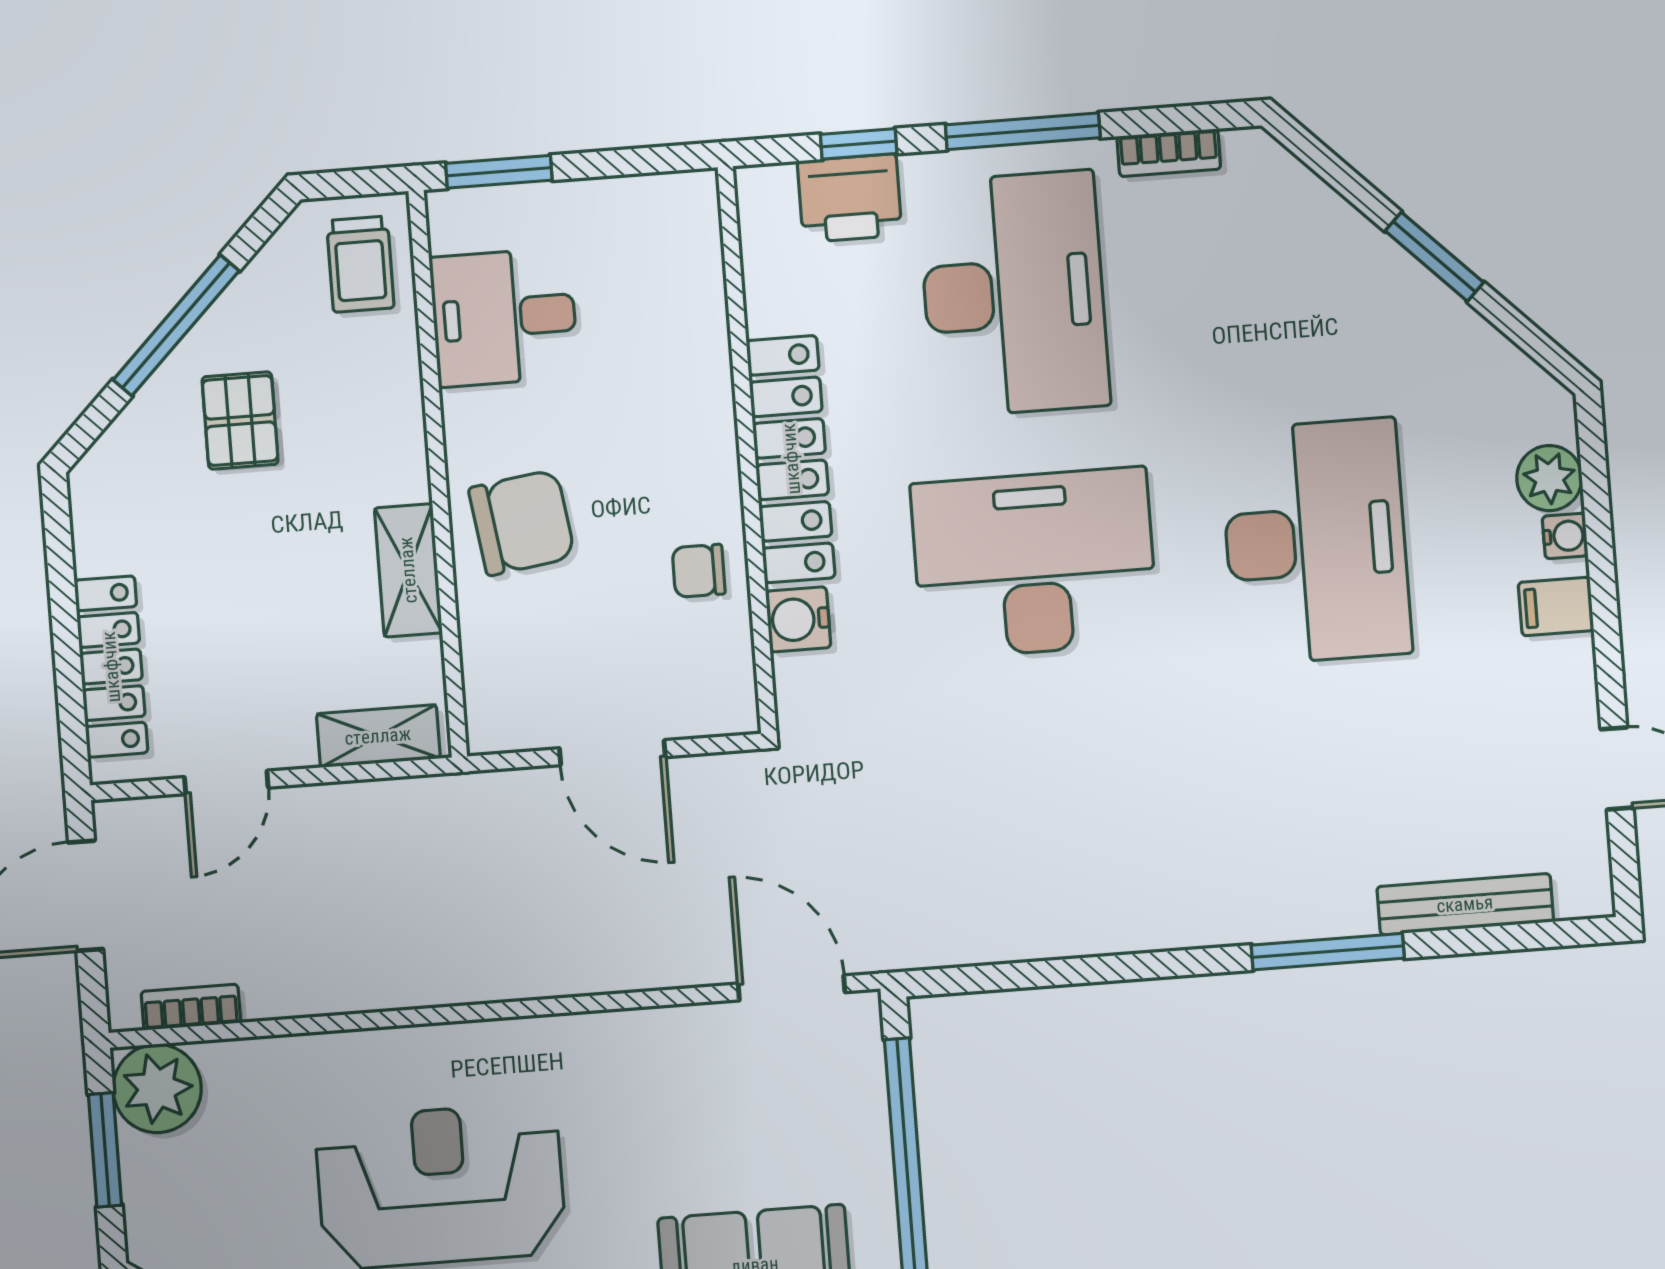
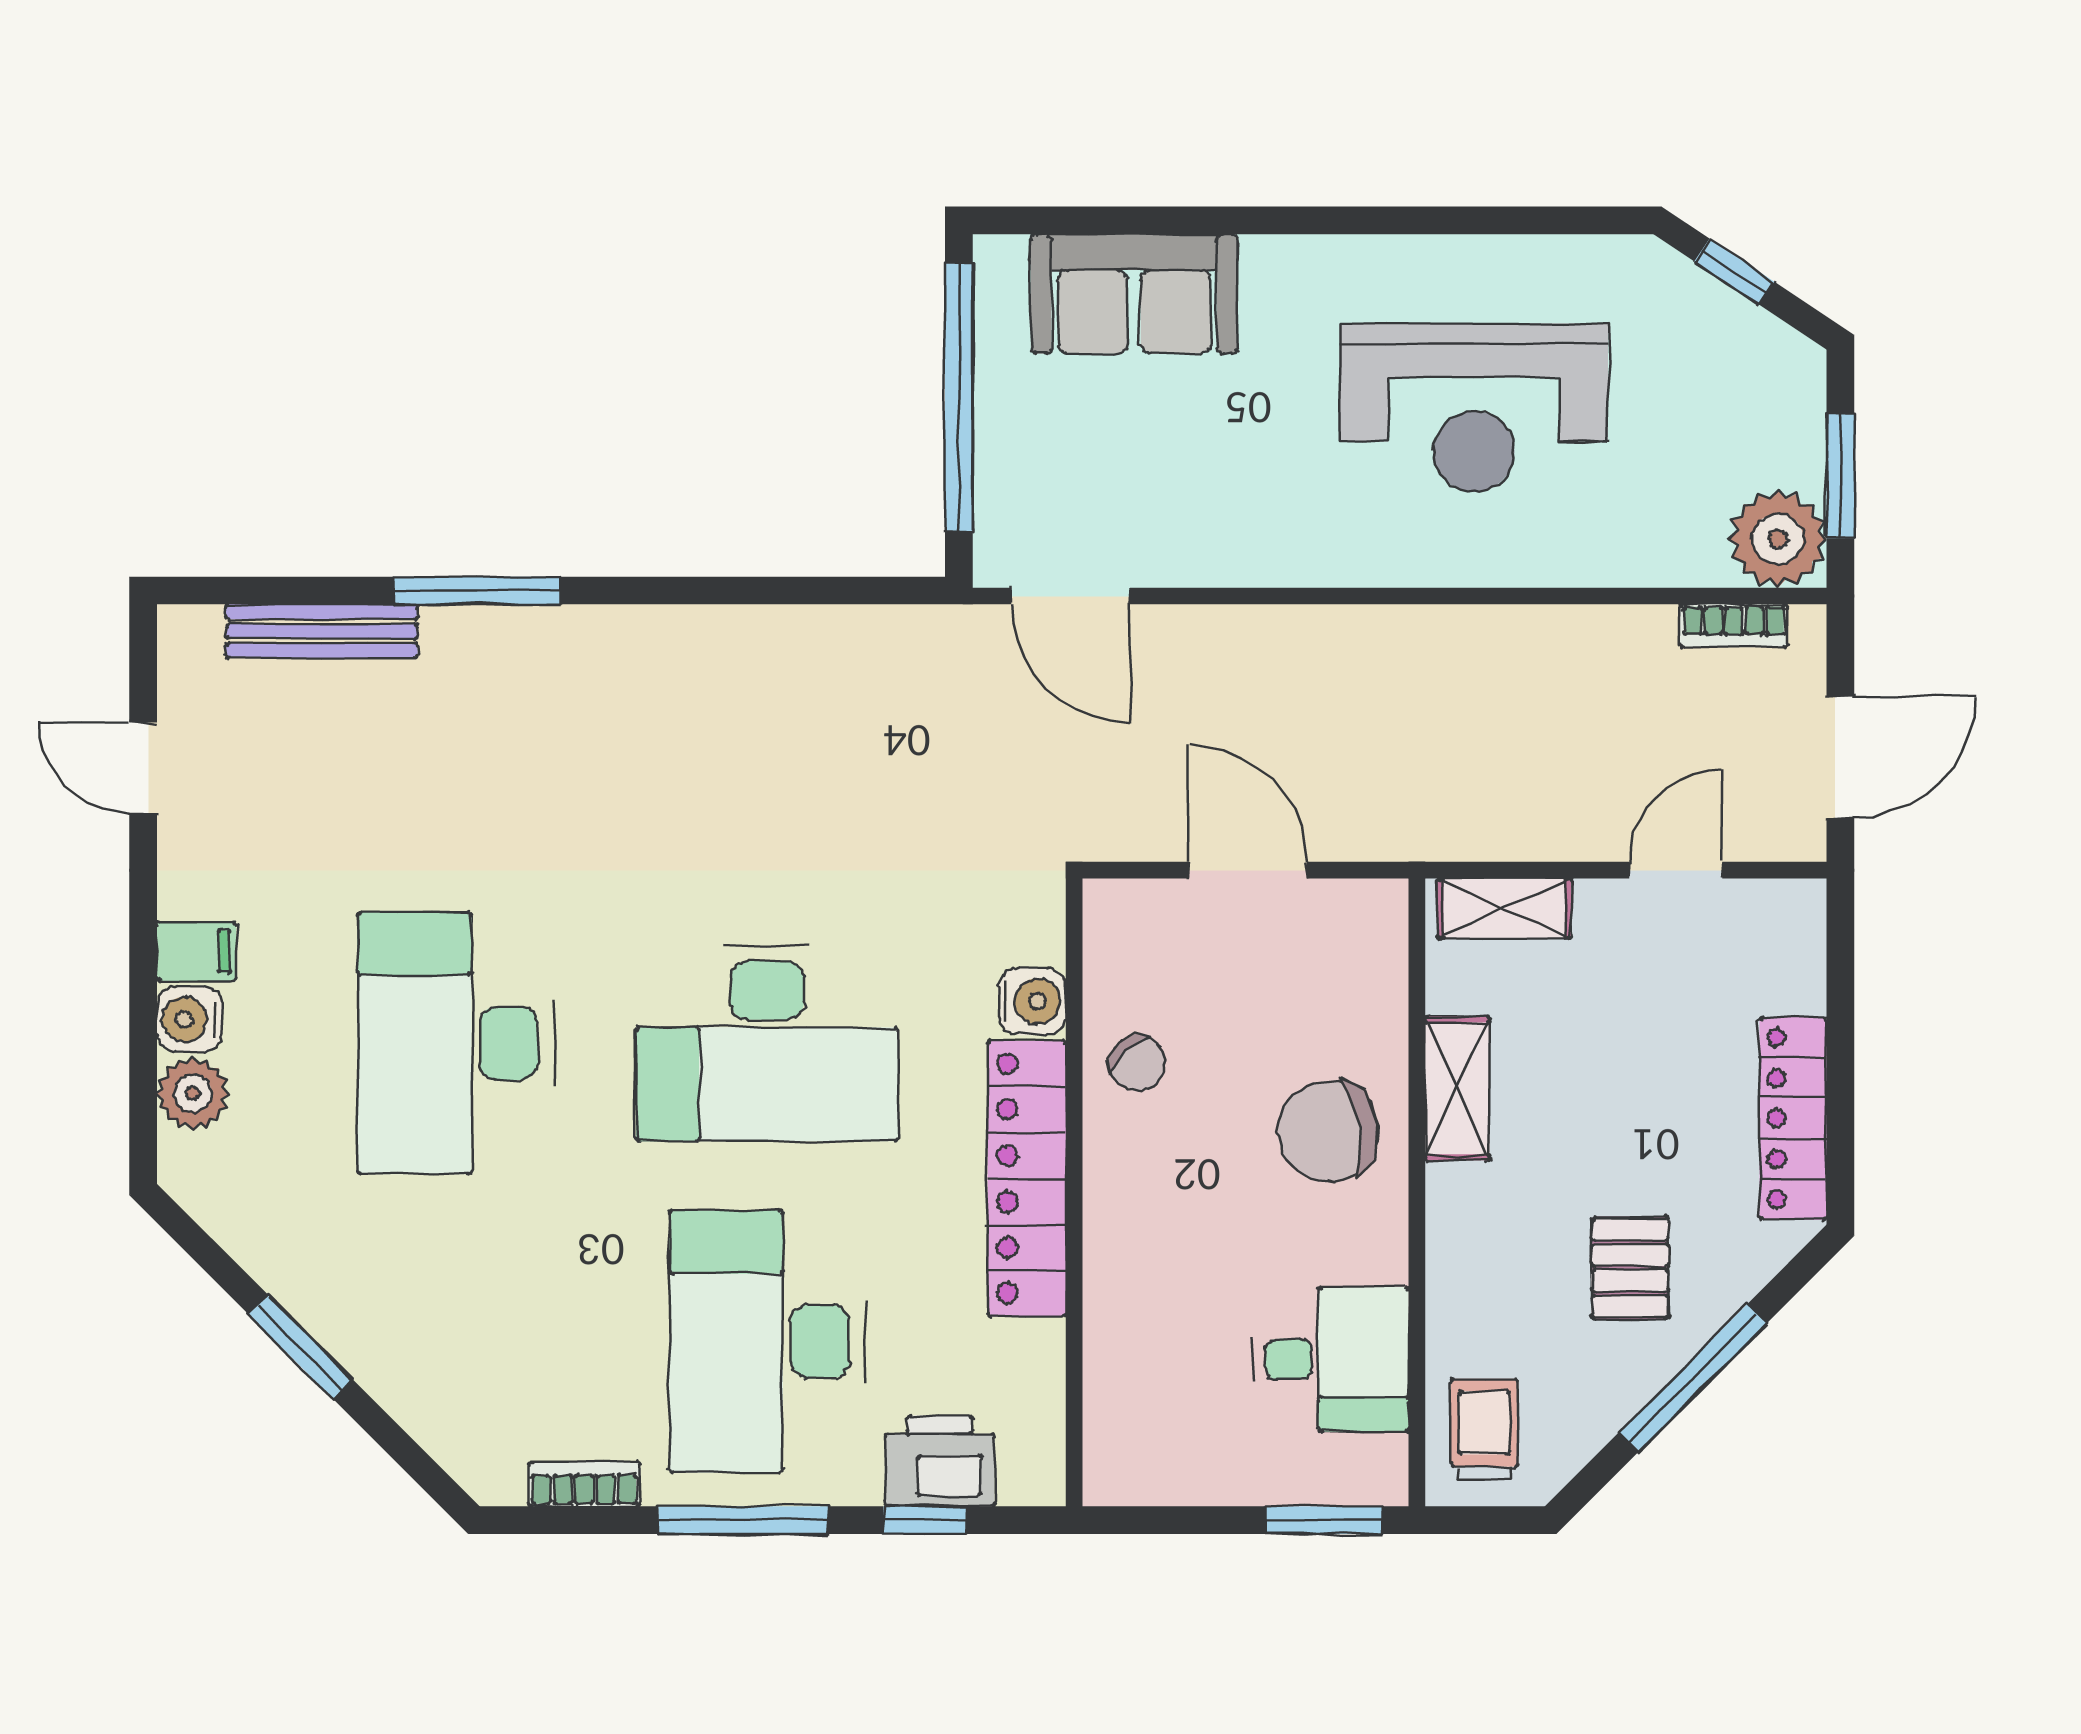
water cooler: (1565, 536) -> (190, 1019), width x1.38, depth x1.38
chair: (699, 571) -> (1138, 1063), turned 46
locker: (111, 667) -> (1793, 1118), moved

